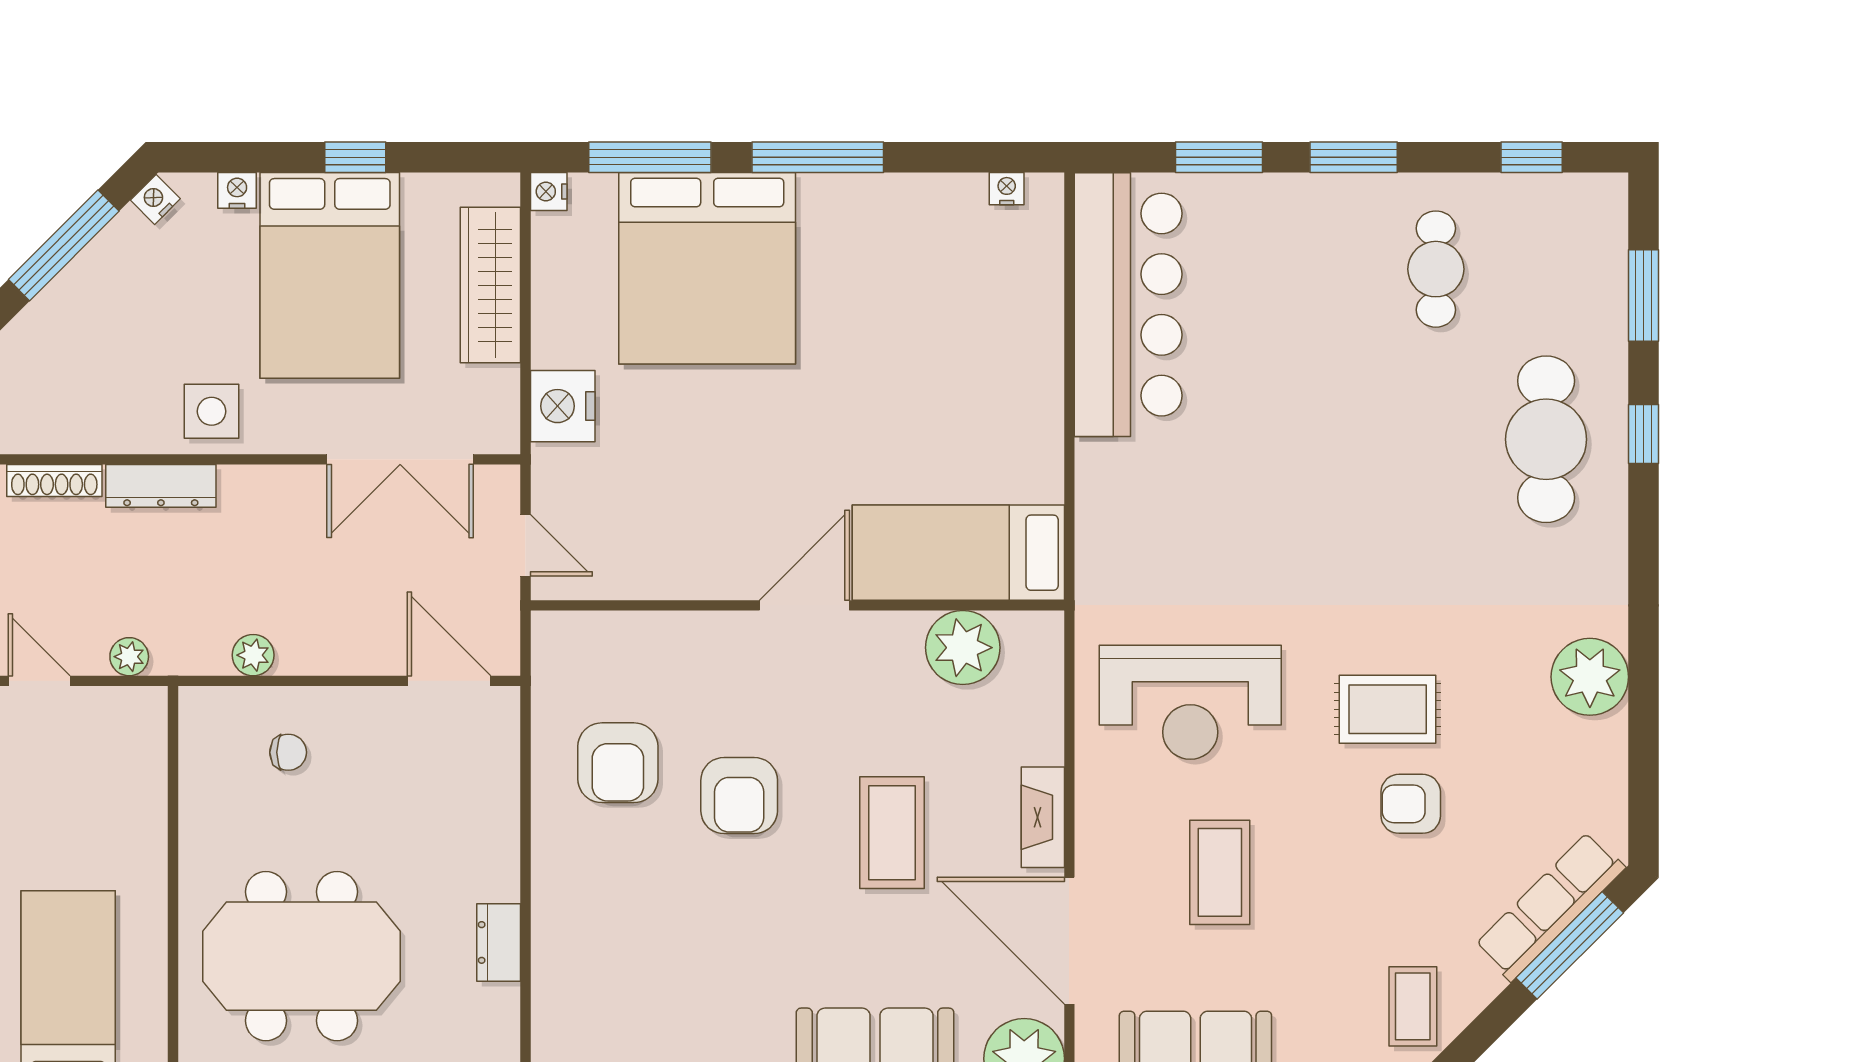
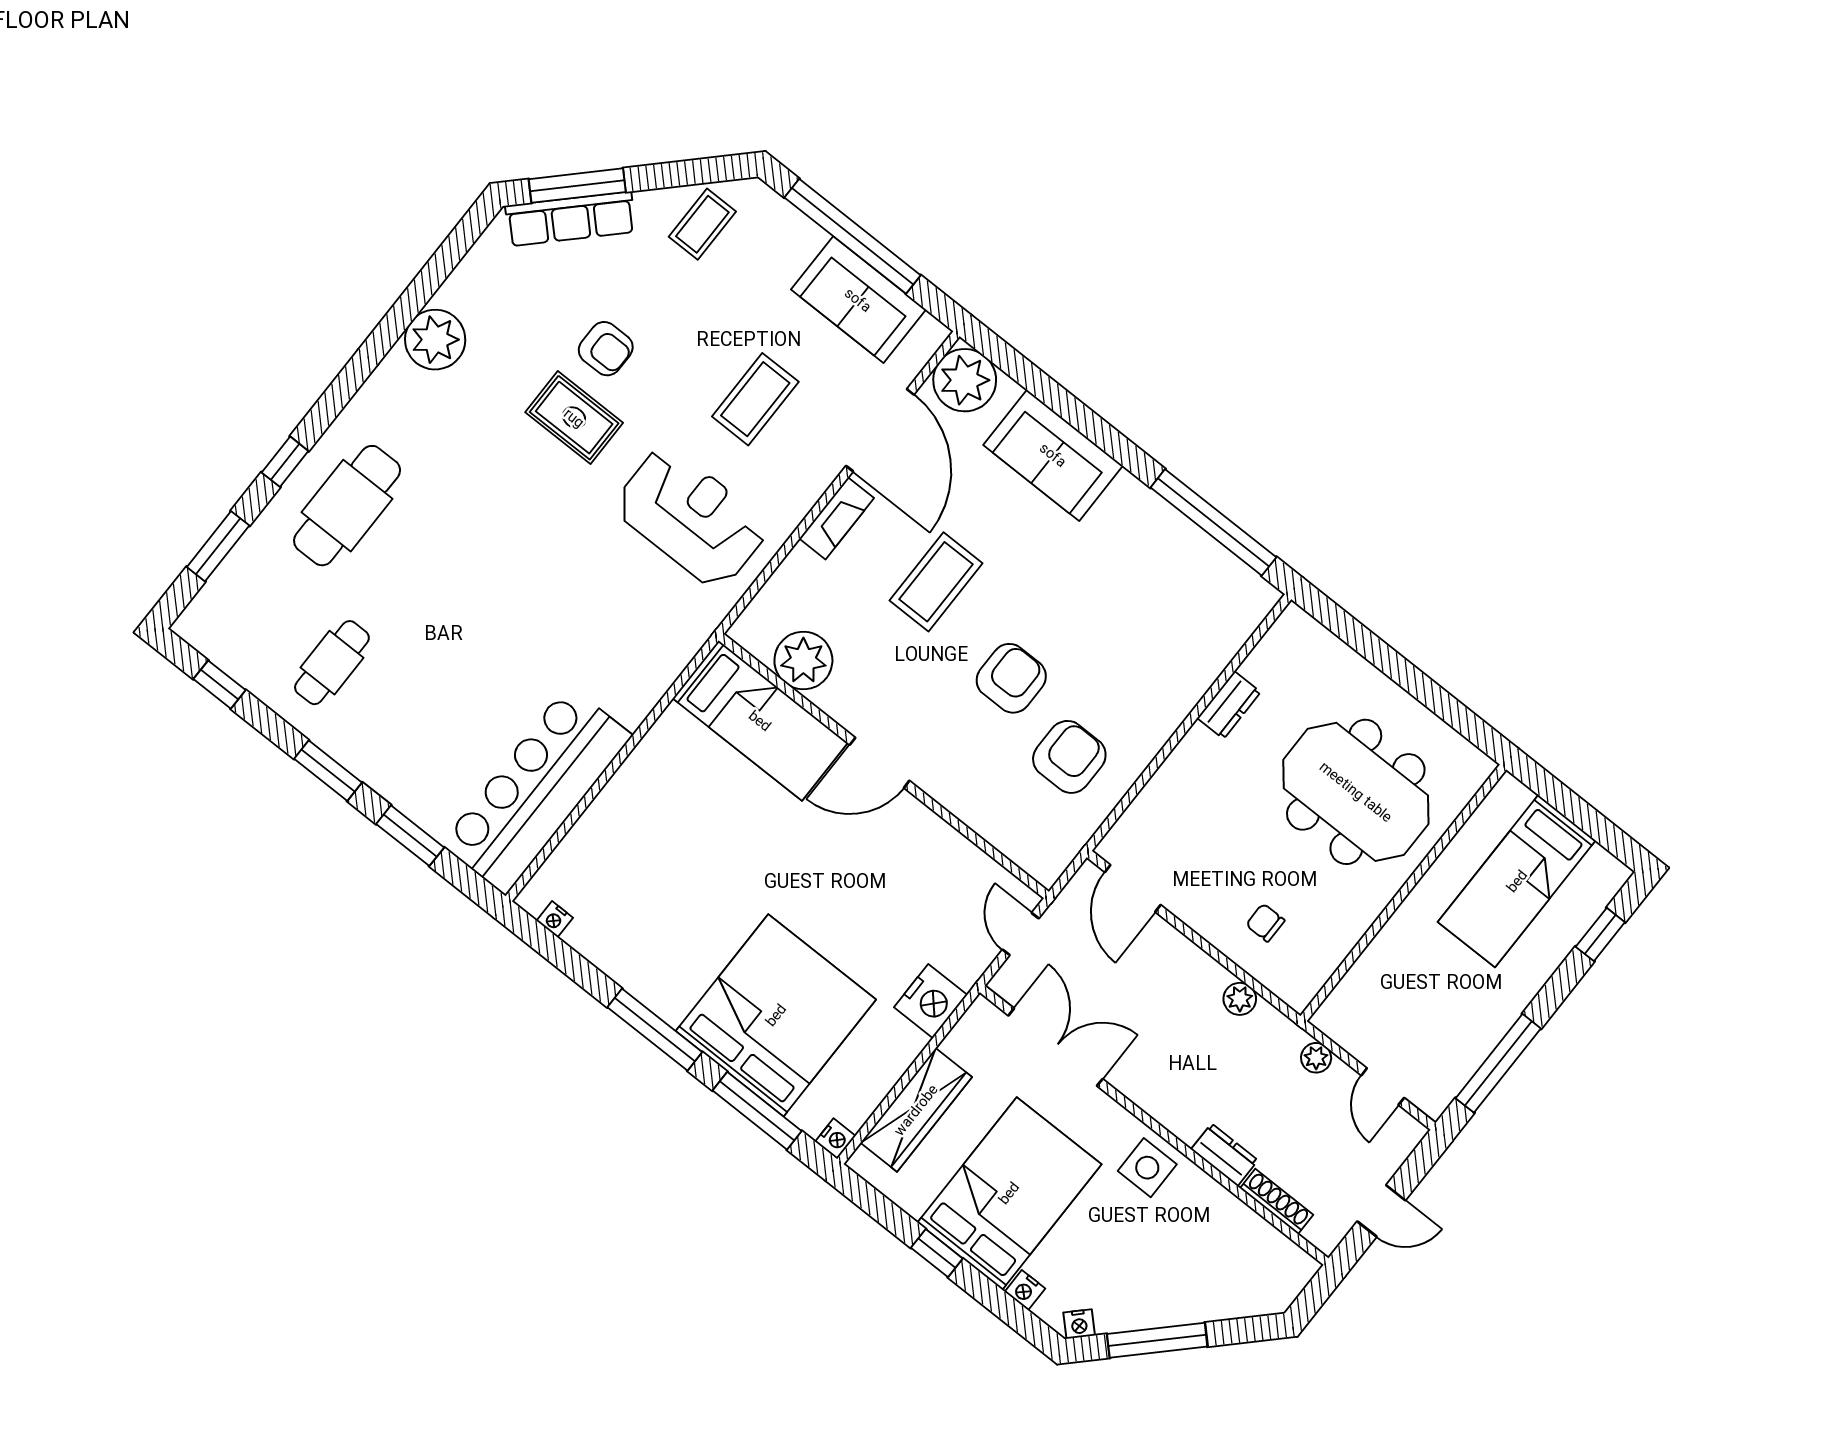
dresser: (161, 486) -> (1224, 1155), width x0.70

